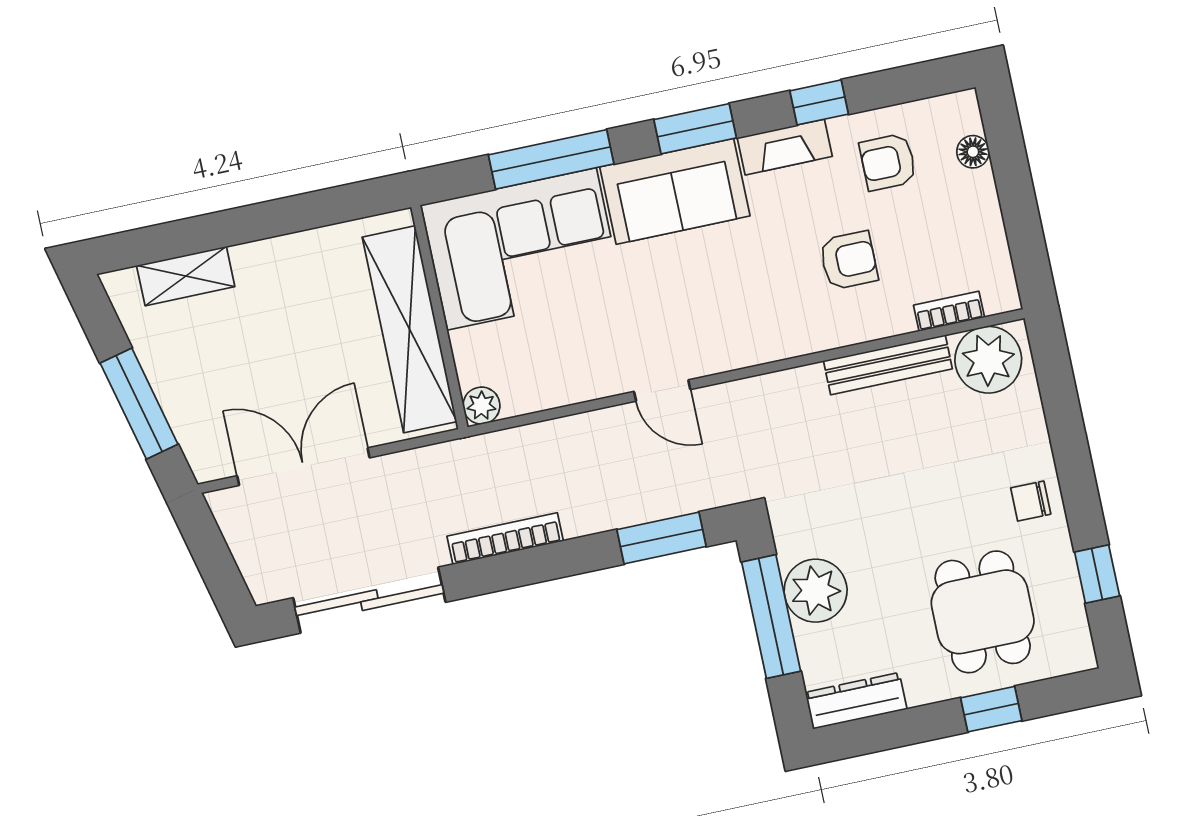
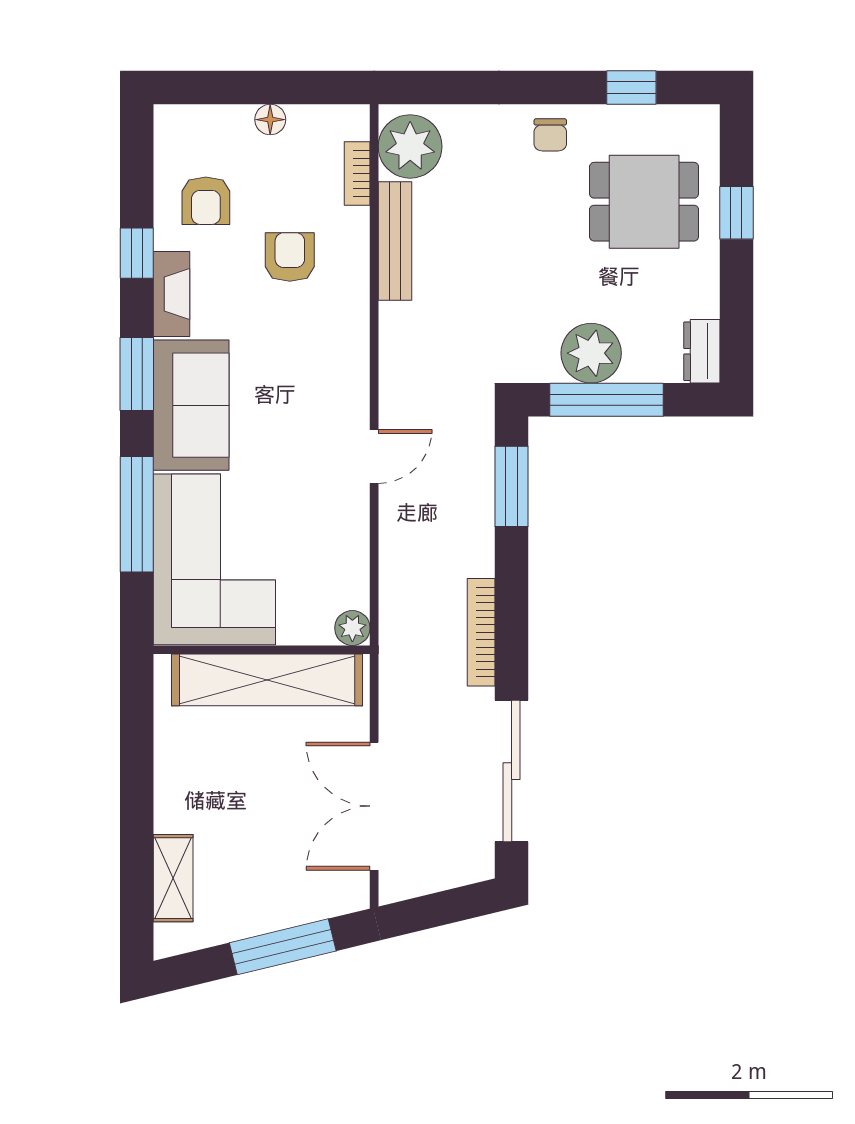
floor lamp: (973, 152) -> (270, 120), moved
dresser: (856, 701) -> (702, 351), width x0.70

